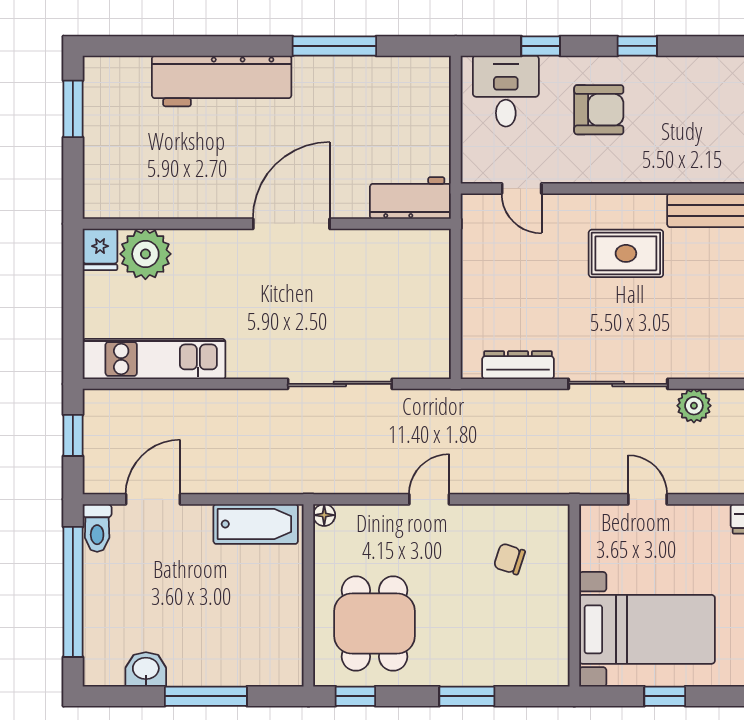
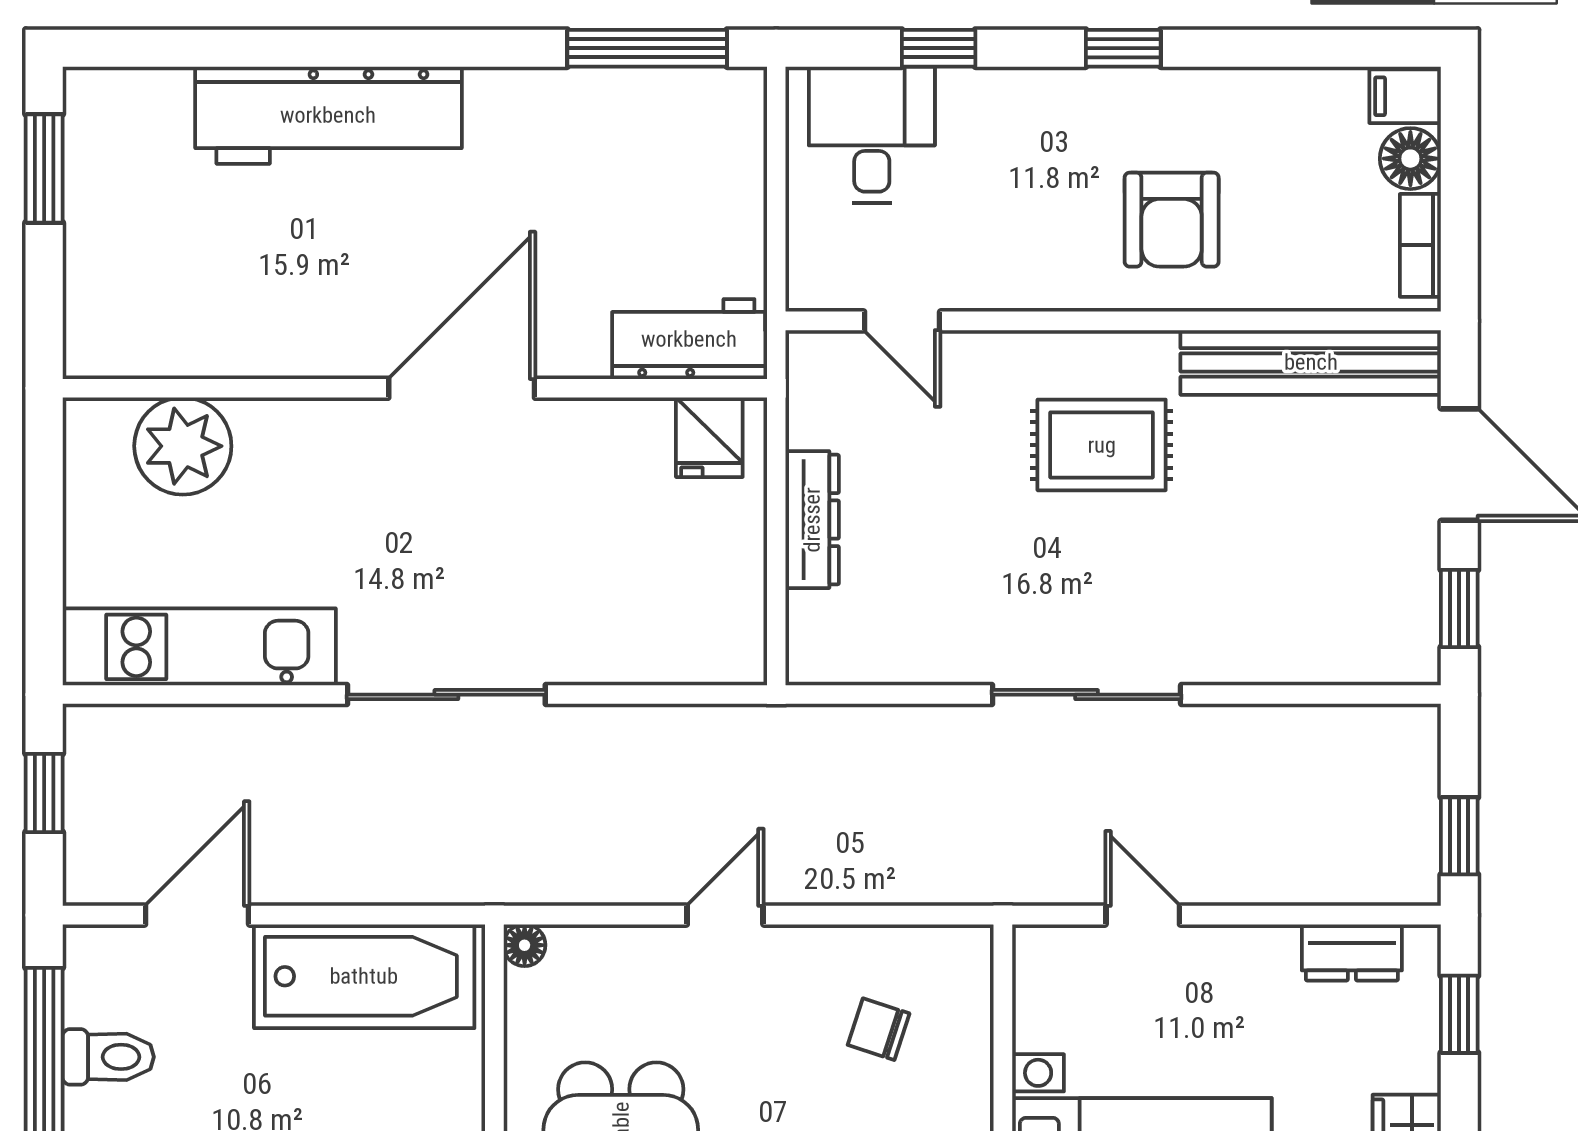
window: (334, 46) -> (647, 48), moved
armchair: (599, 110) -> (1172, 220), moved, turned 90
fridge: (100, 249) -> (709, 437), moved
dresser: (518, 365) -> (812, 520), moved, turned 90
sliding door: (340, 384) -> (446, 695), moved
plant: (694, 406) -> (1232, 736), removed
bathtub: (256, 524) -> (364, 976), width x1.36, depth x1.36
toilet: (97, 528) -> (108, 1057), moved, turned -90

